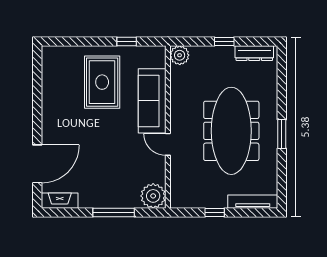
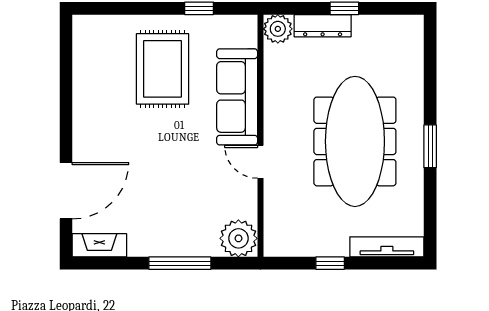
dresser: (254, 53) -> (323, 26), moved

